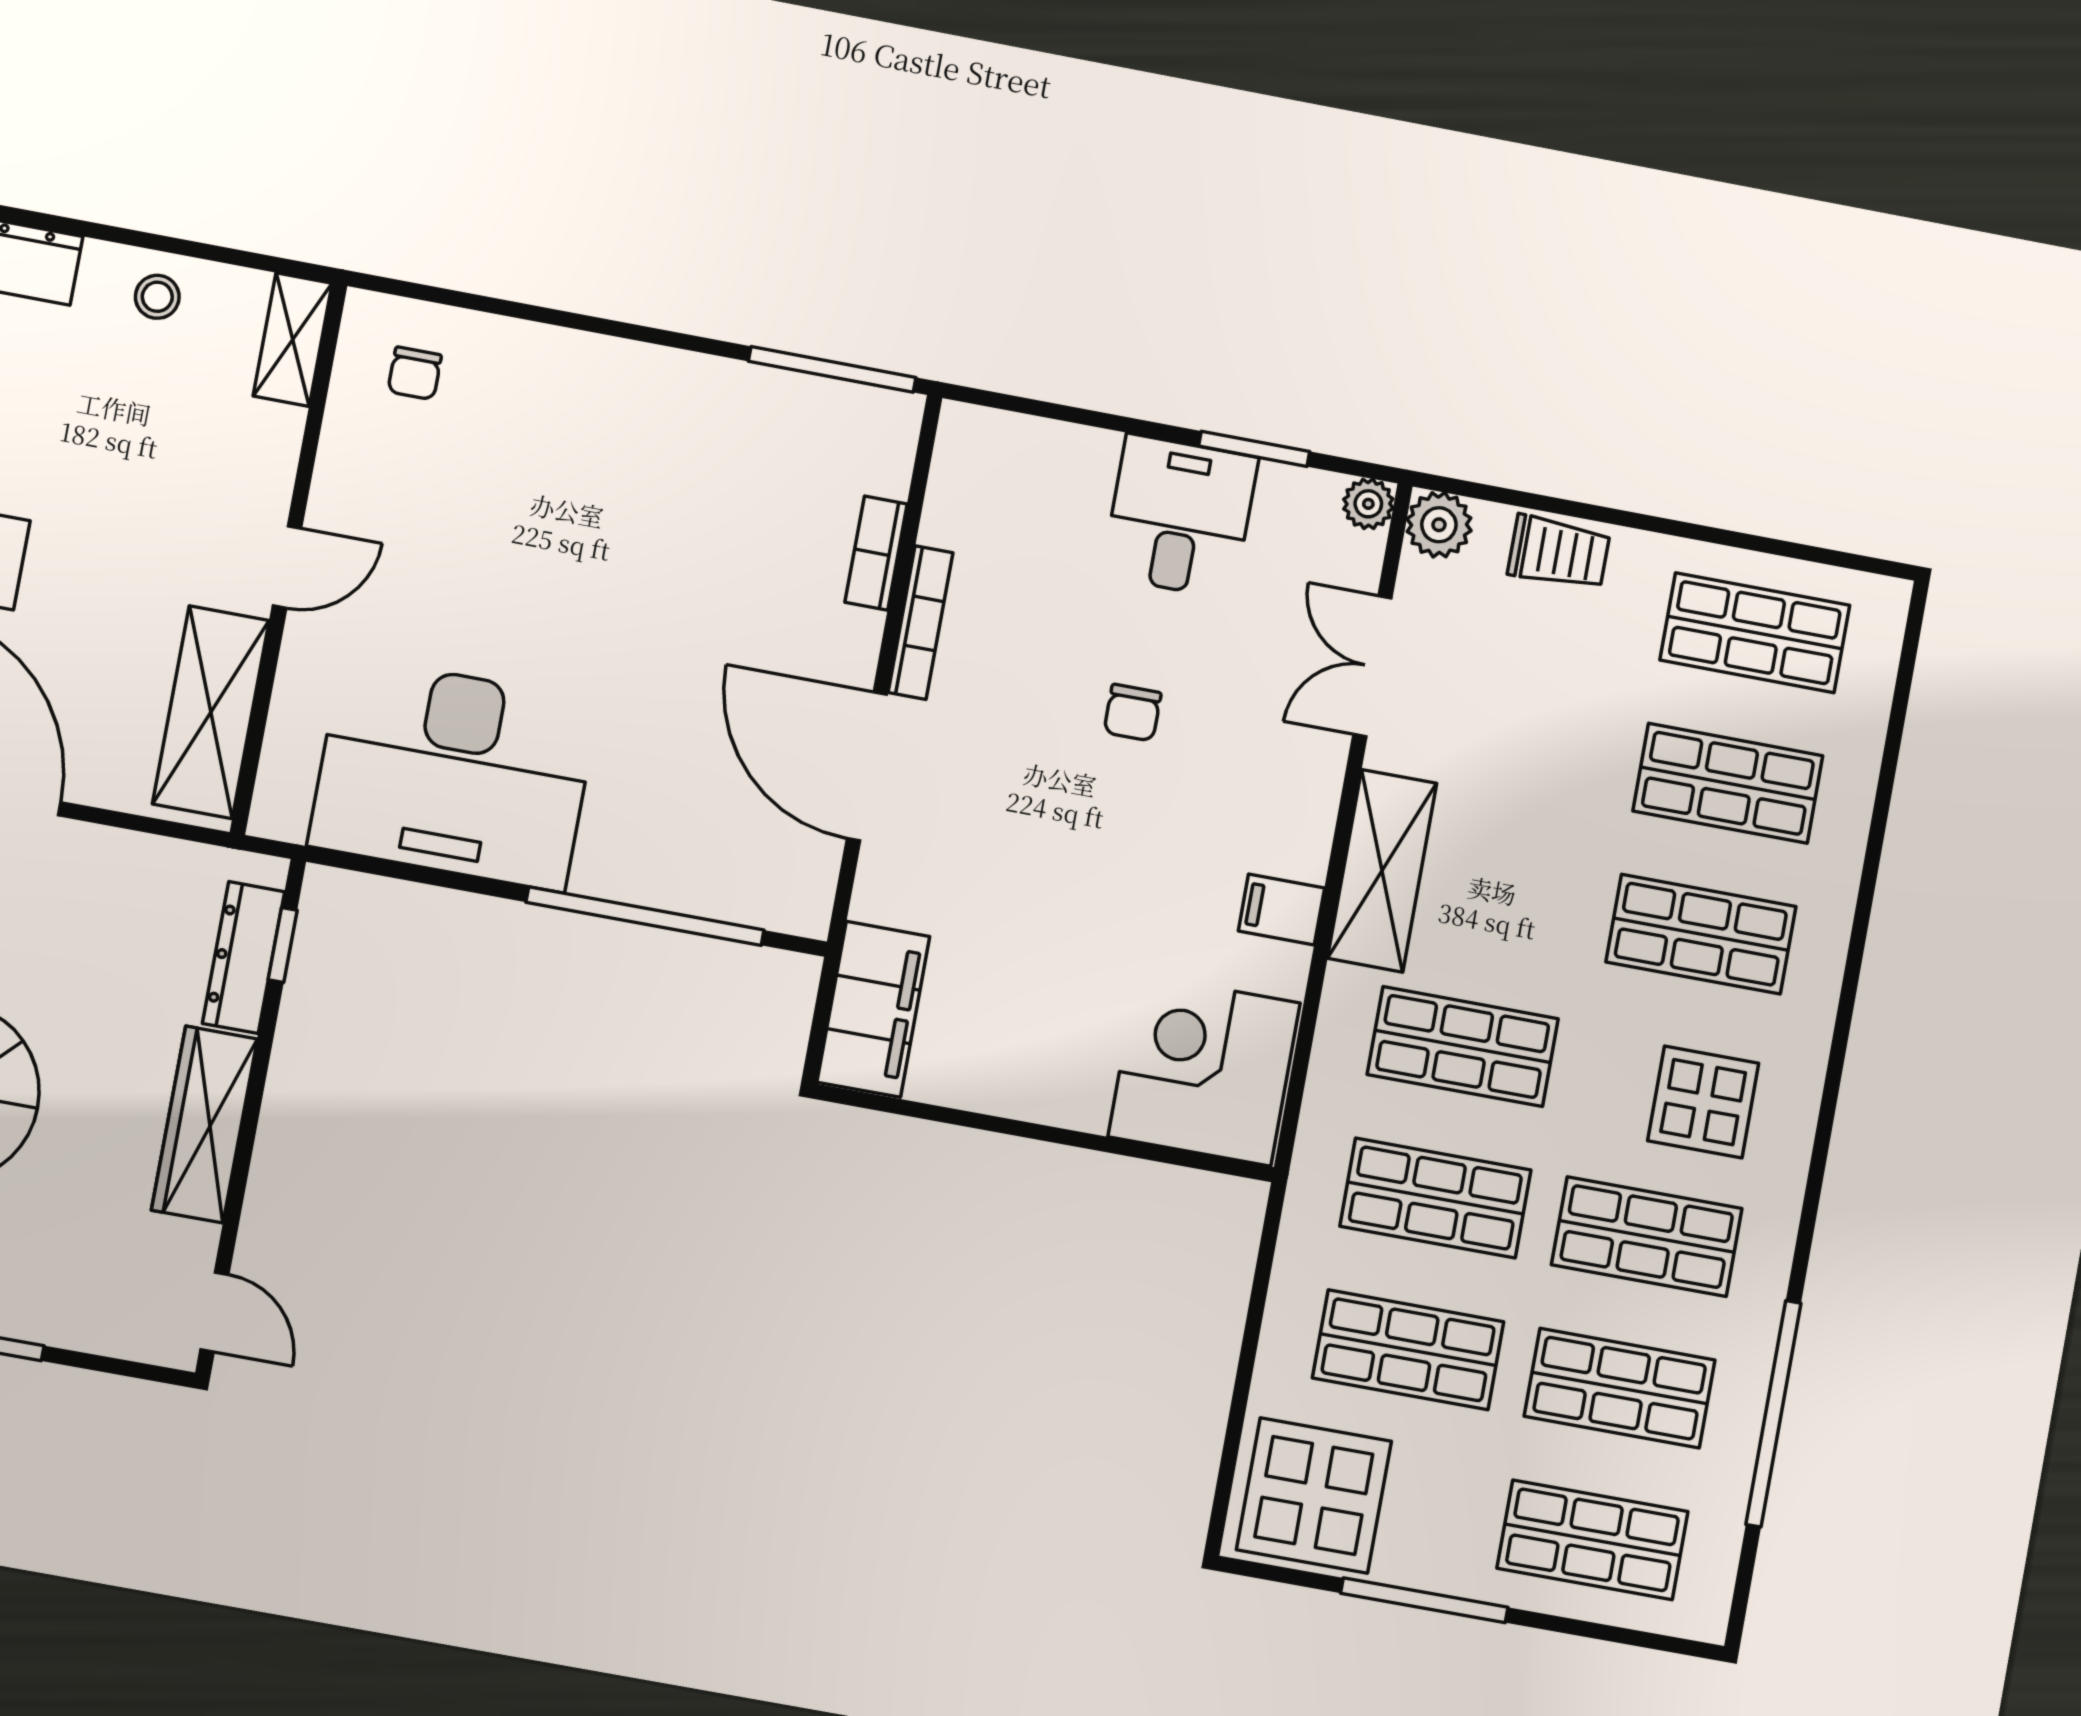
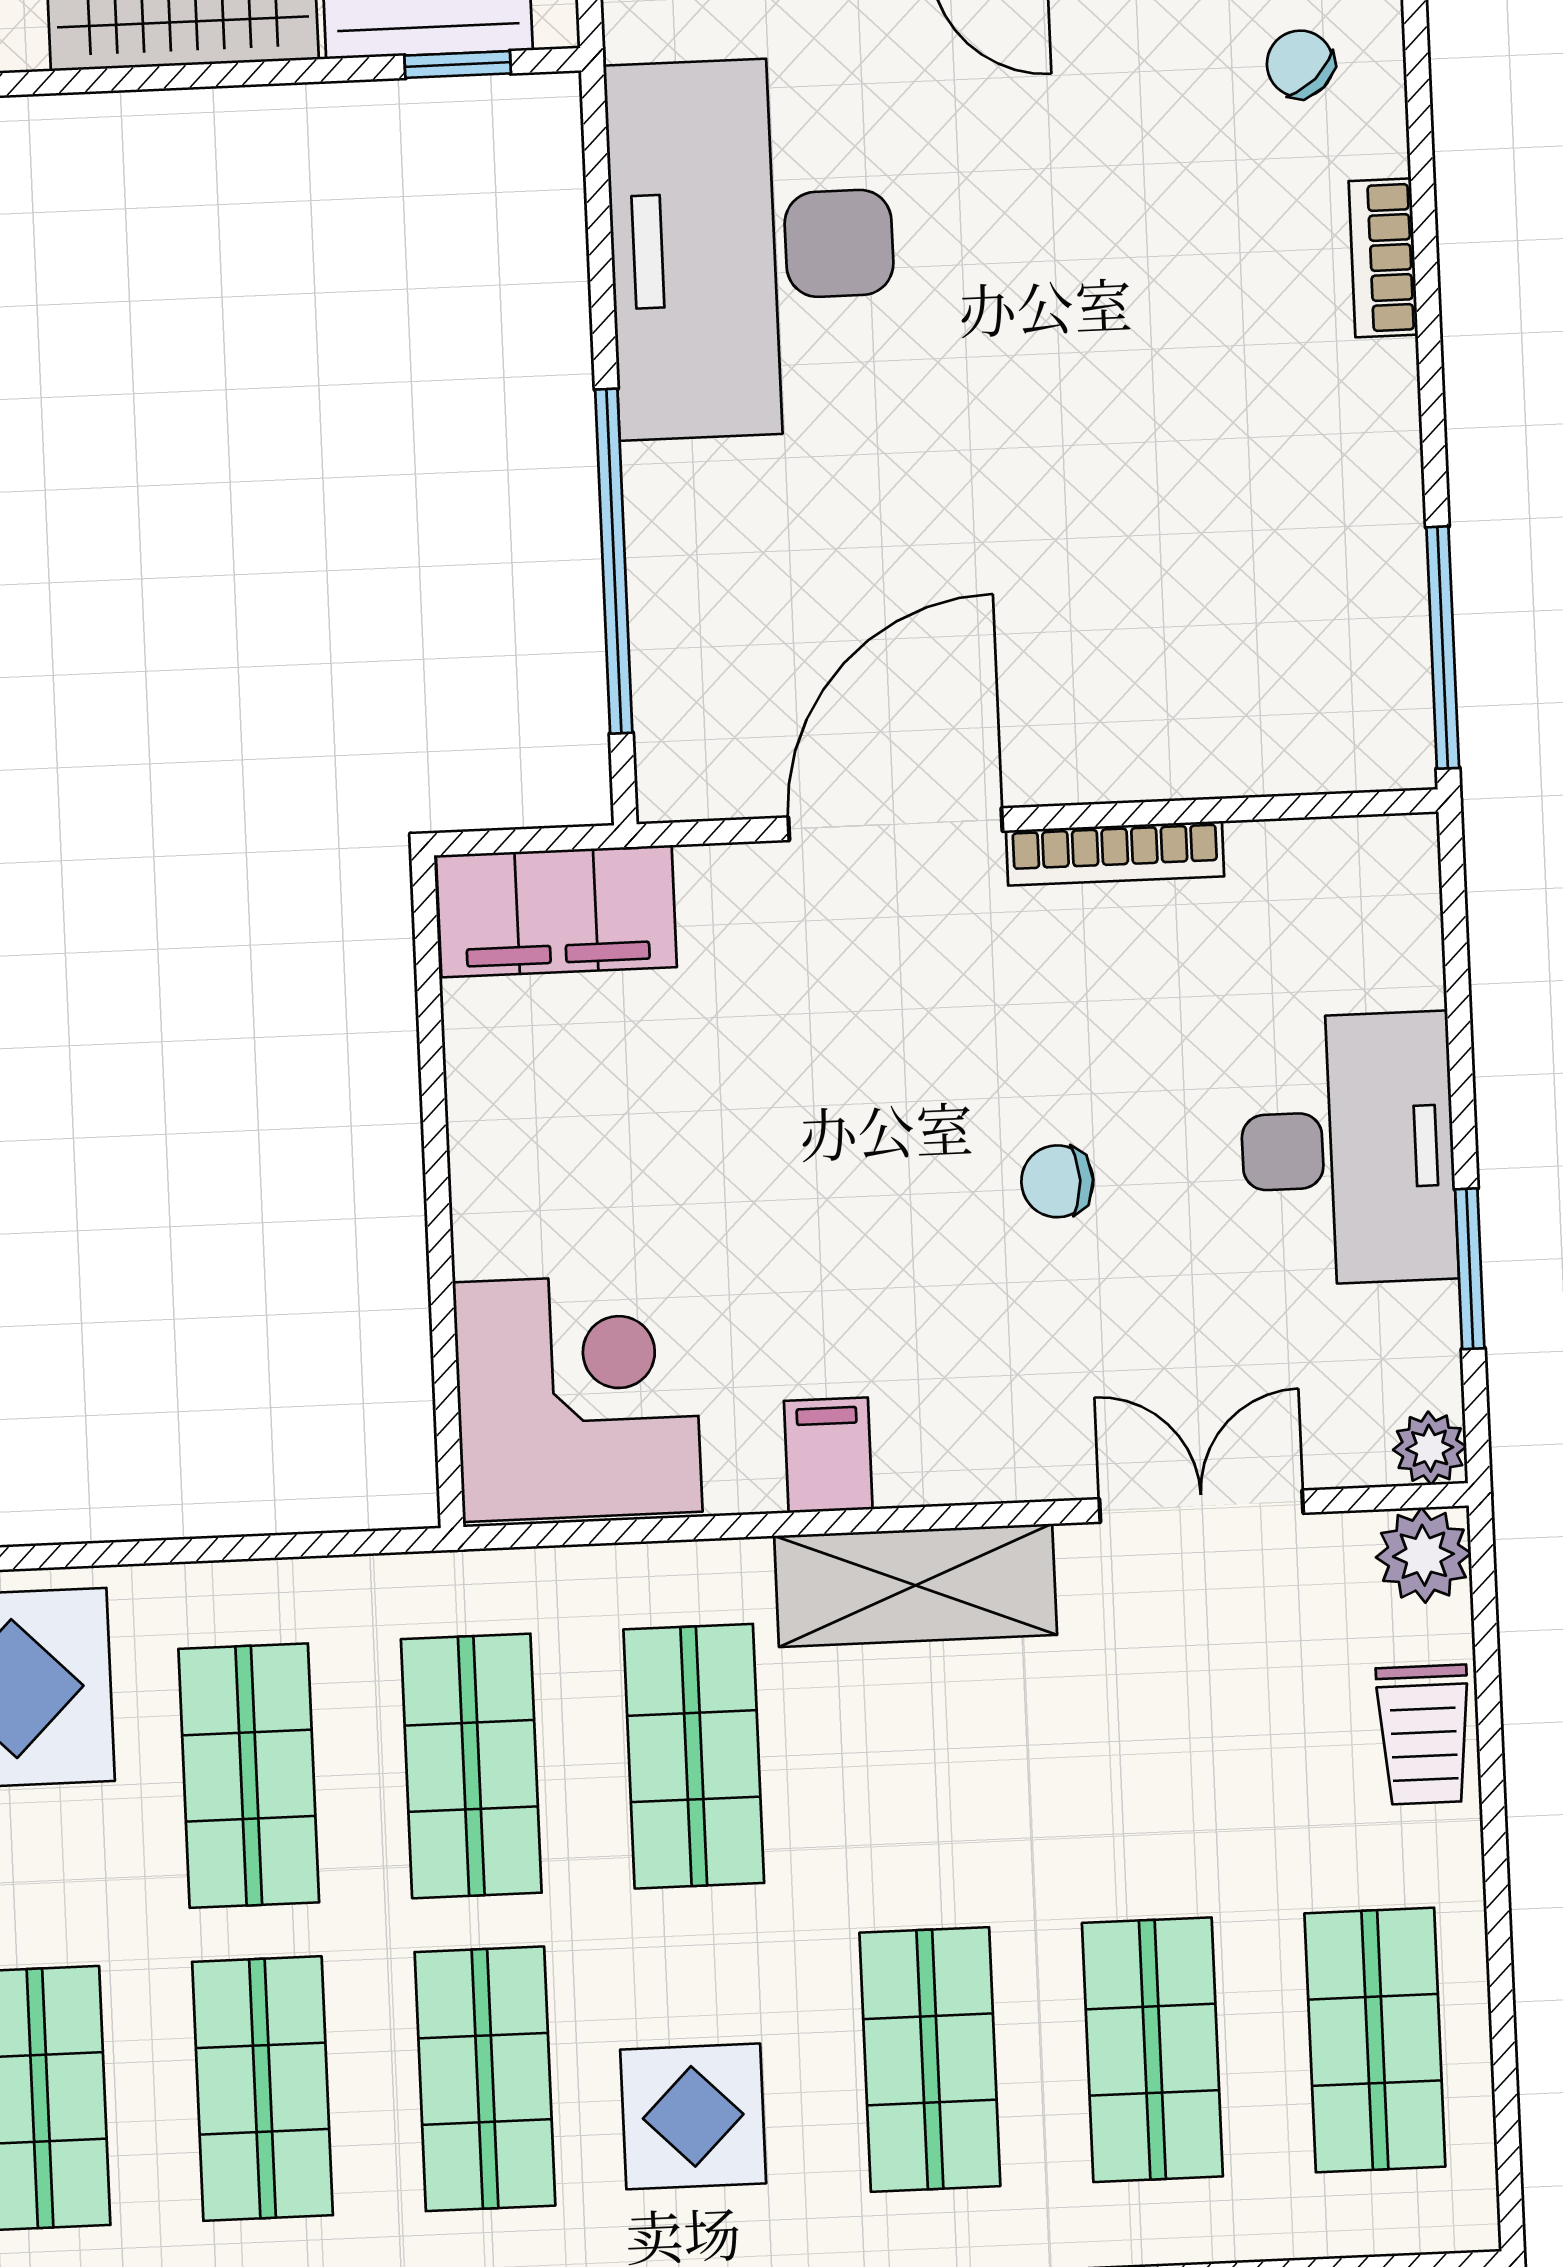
chair: (415, 373) -> (1300, 64), turned 47
desk: (1180, 517) -> (1348, 1149), width x1.37
bookcase: (876, 553) -> (1383, 258), moved, turned -90

